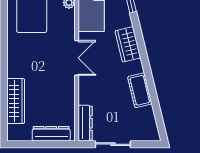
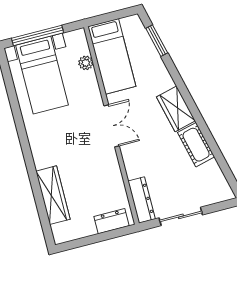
wardrobe: (128, 44) -> (176, 109), moved
dresser: (51, 134) -> (111, 221), width x0.70

